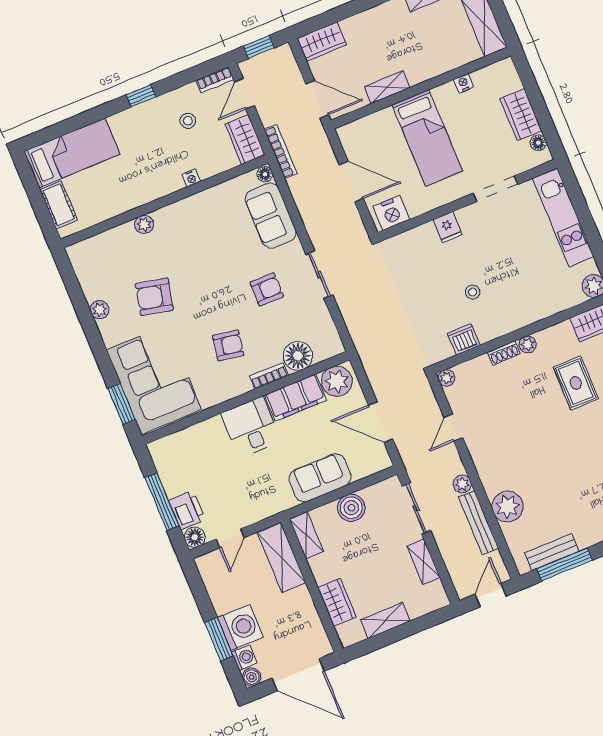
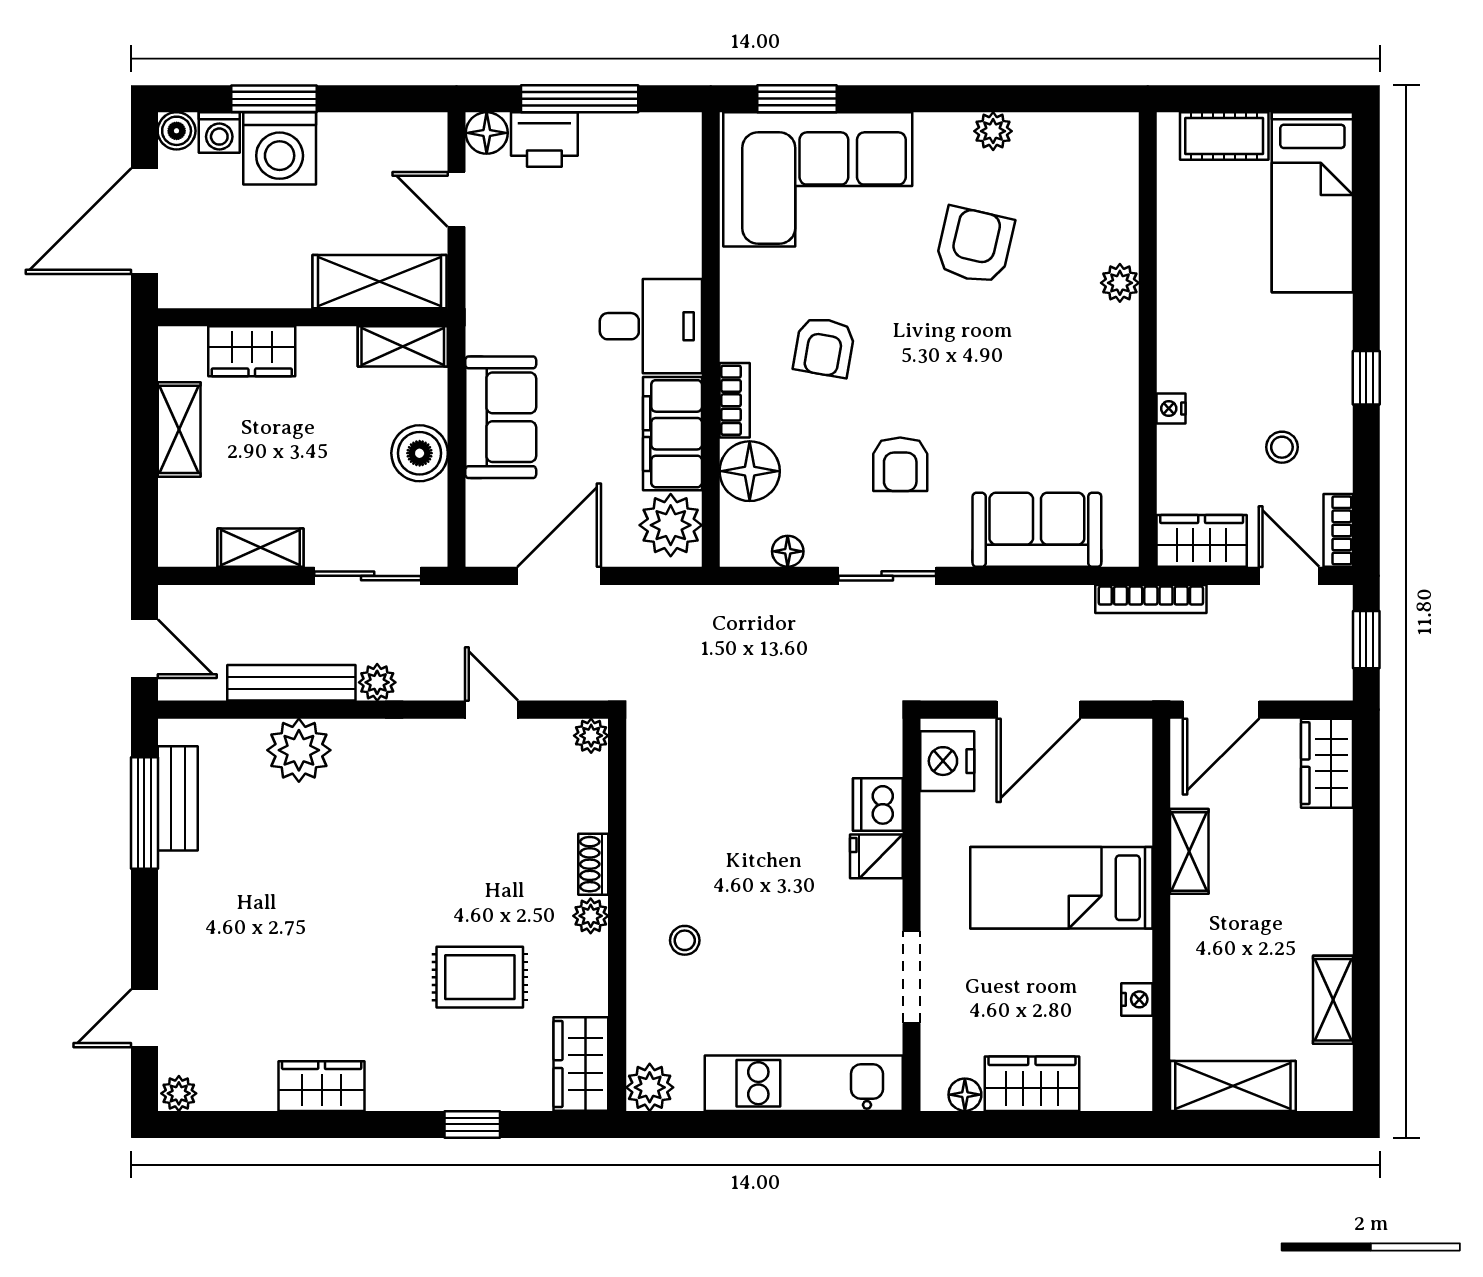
floor lamp: (265, 174) -> (788, 551), moved
stool: (473, 292) -> (685, 940), moved
dishwasher: (464, 339) -> (878, 804), moved, turned 180

